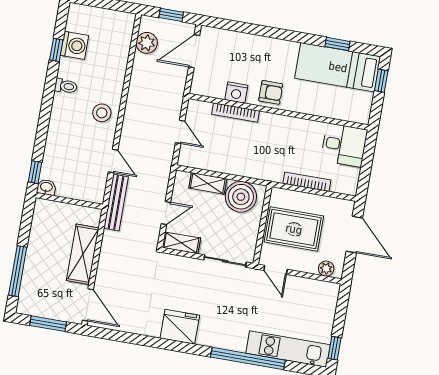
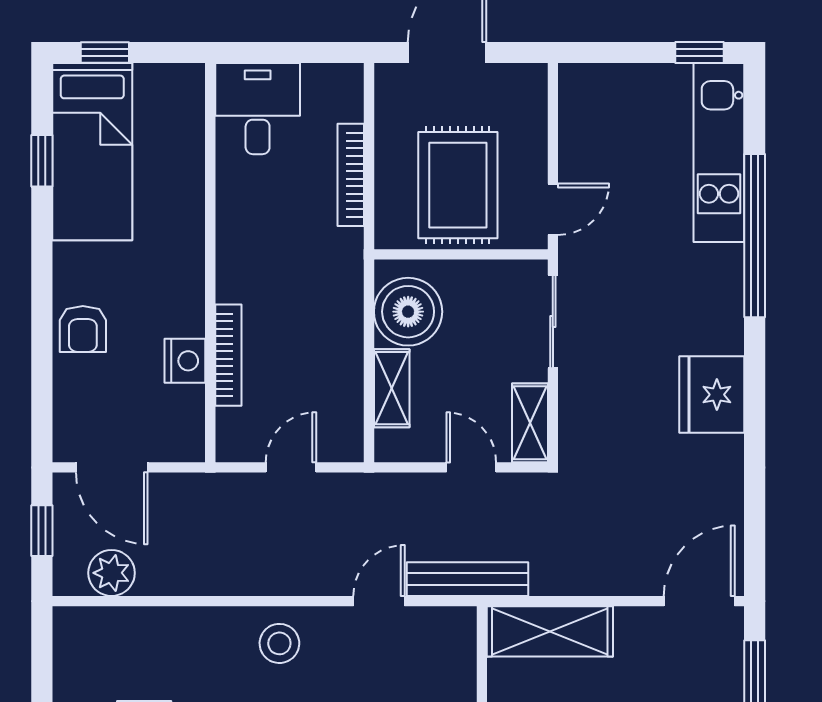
armchair: (271, 92) -> (83, 329), moved, turned 180
shelving: (83, 254) -> (550, 631), moved
plant: (326, 269) -> (531, 101), removed

